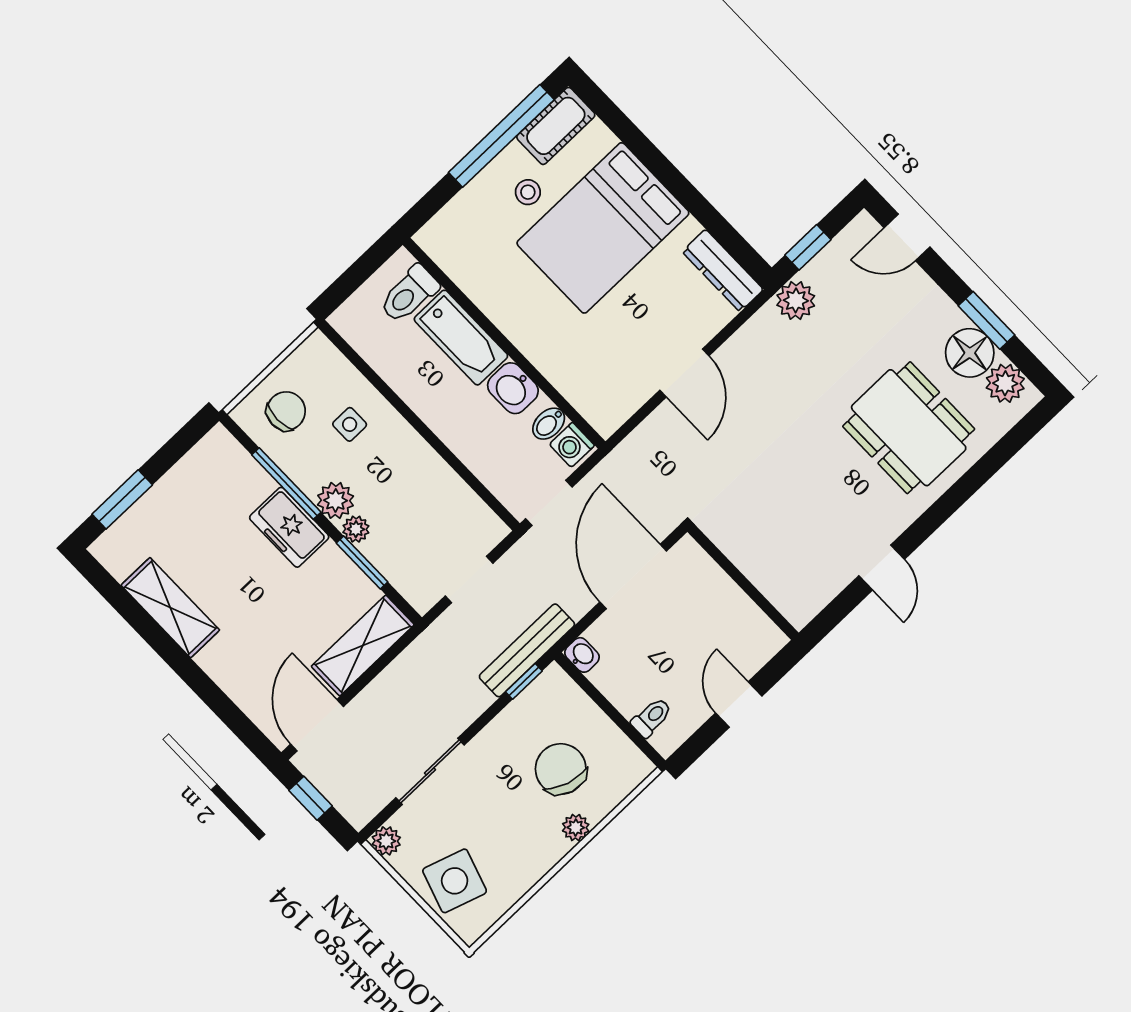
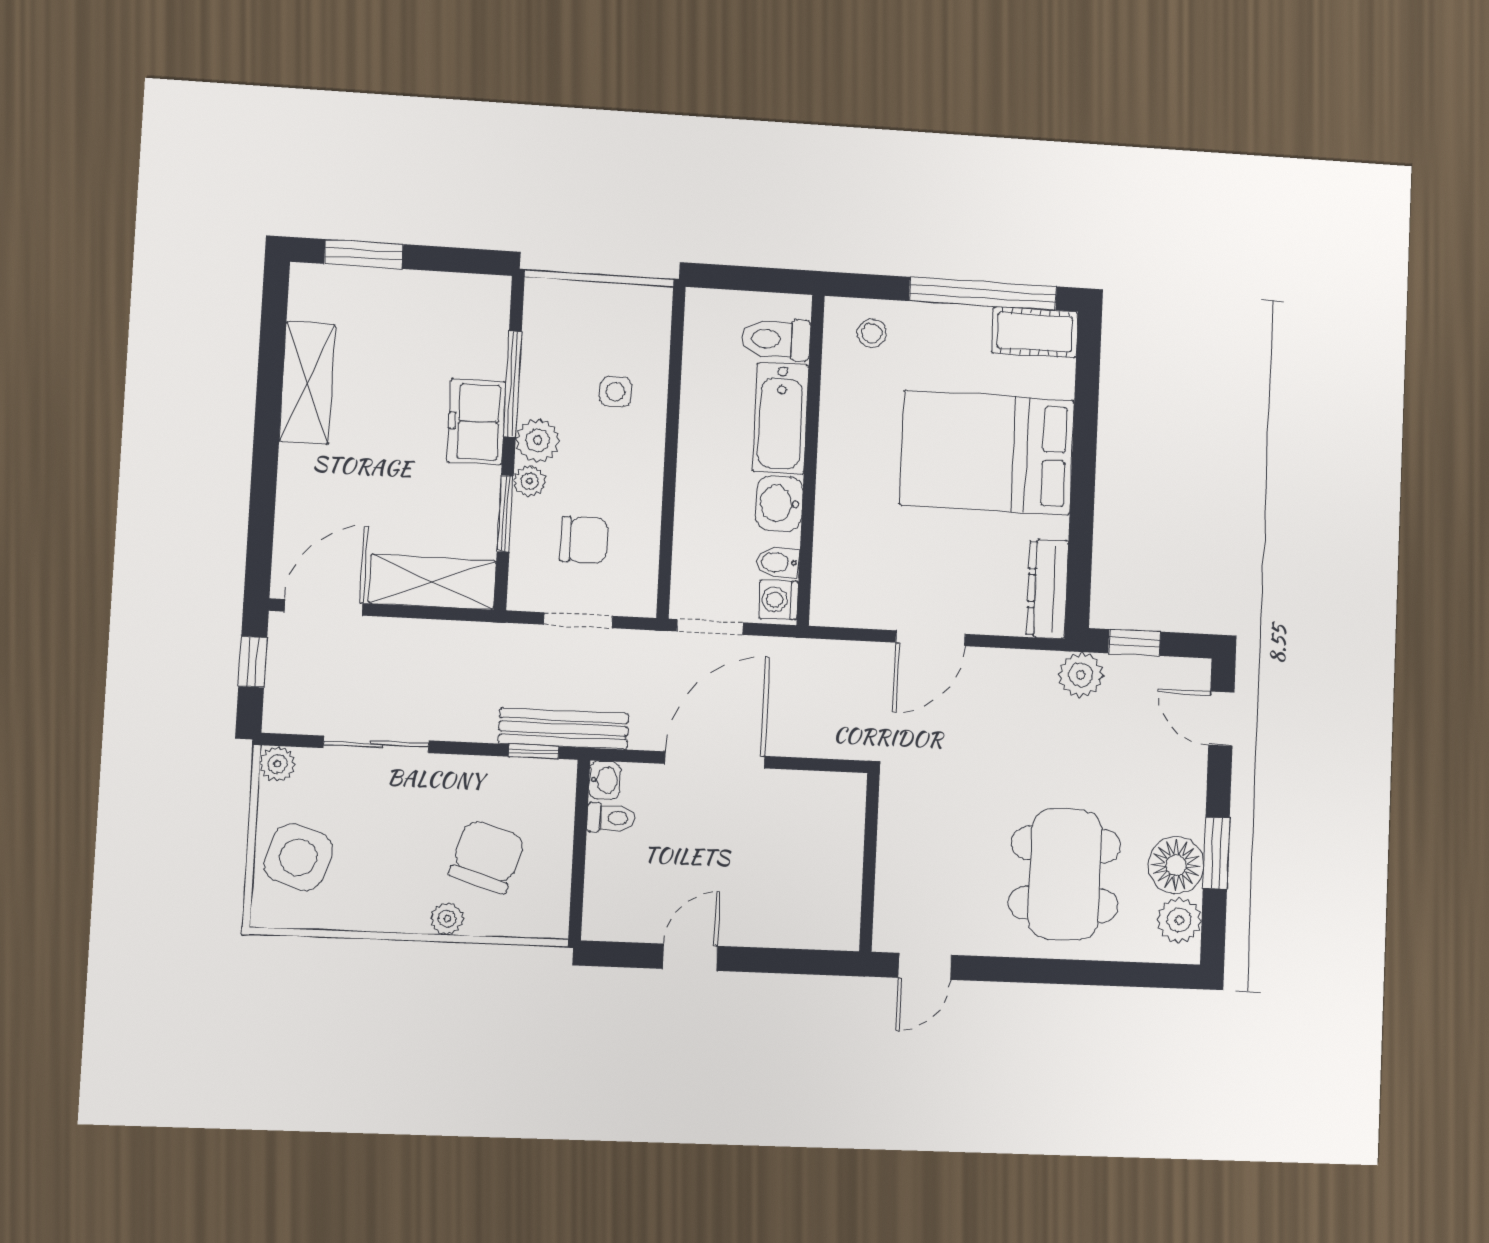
stool: (528, 192) -> (872, 333), moved
chair: (286, 411) -> (584, 540), moved
wall: (743, 582) -> (869, 862), moved
toilet: (652, 717) -> (611, 818), moved

